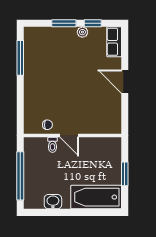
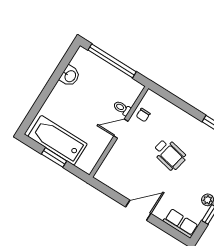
wheelchair: (65, 85) -> (170, 154), added
bathtub: (96, 197) -> (58, 140), moved, turned -90

